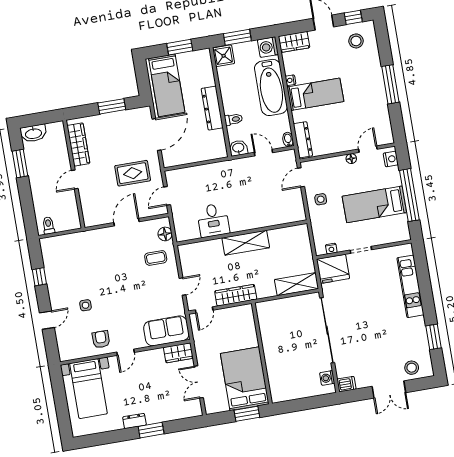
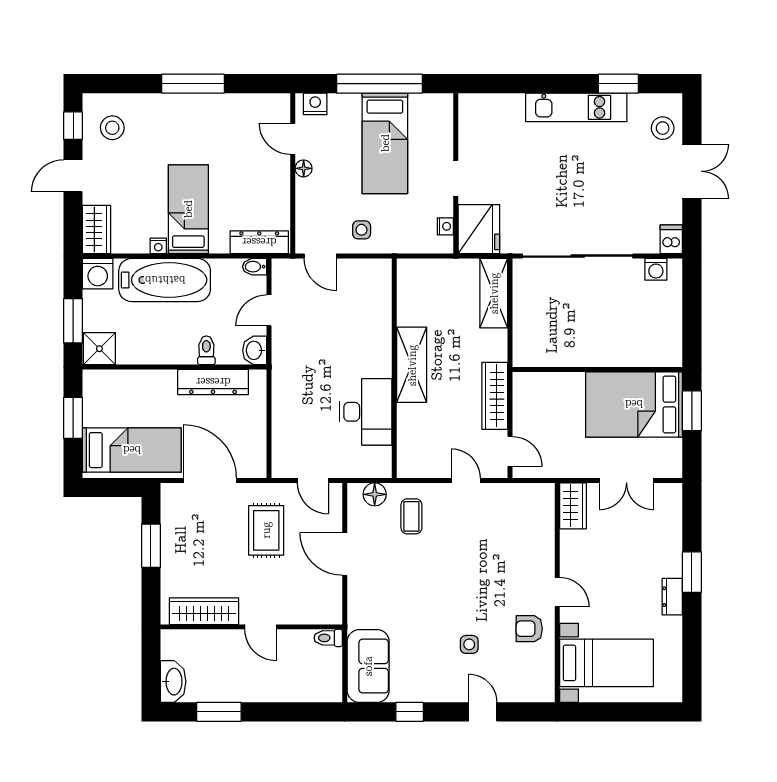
dresser: (212, 108) -> (213, 382), moved
desk: (213, 220) -> (366, 412), width x1.37
toilet: (48, 225) -> (328, 638), moved
kitchen unit: (410, 286) -> (576, 107), moved
sofa: (166, 331) -> (368, 666), moved, turned 180

